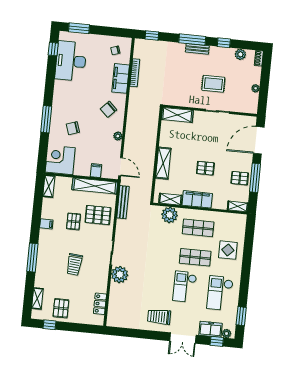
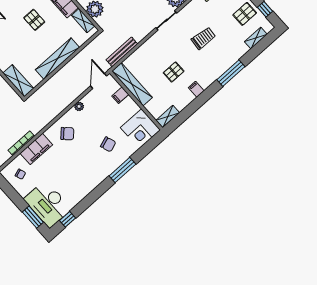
desk: (71, 61) -> (48, 204), moved, turned 90
shelving: (163, 163) -> (57, 59), width x1.47
pallet: (98, 215) -> (150, 60), removed

